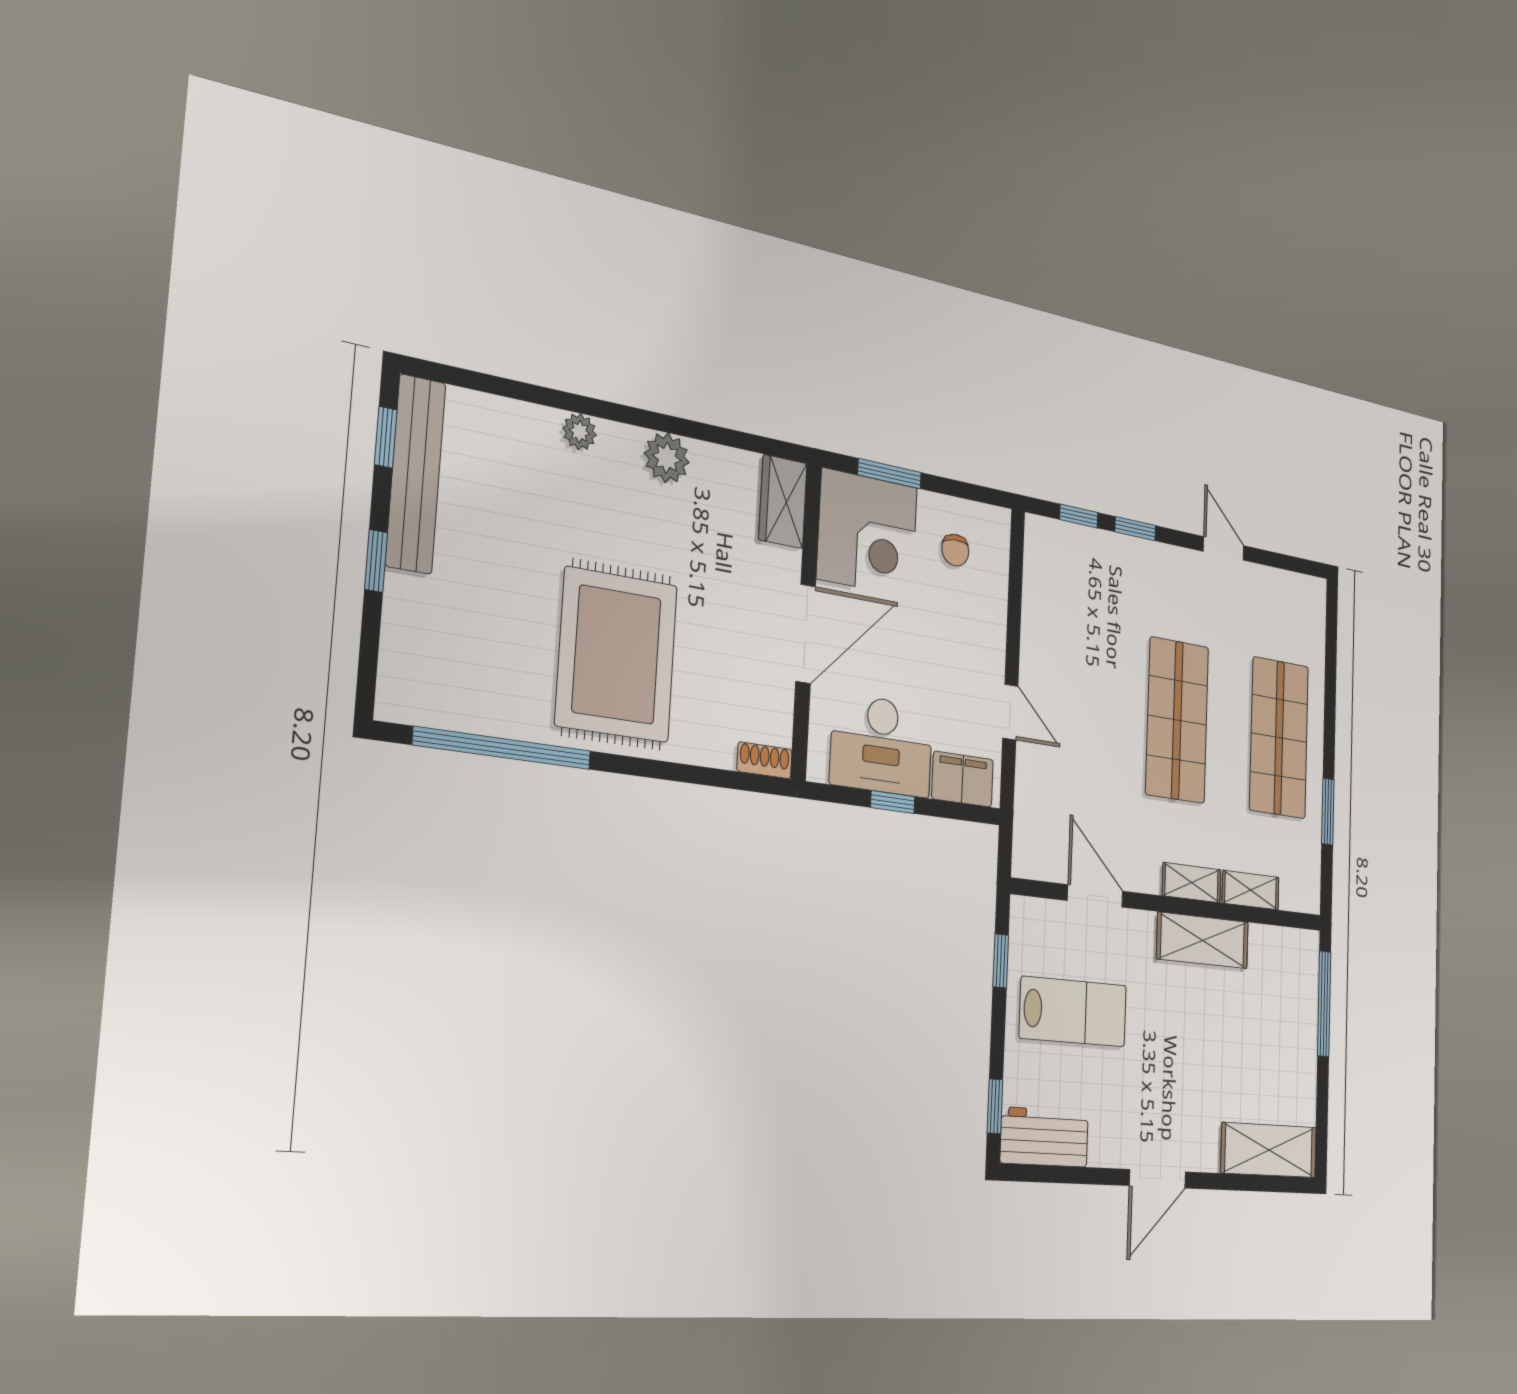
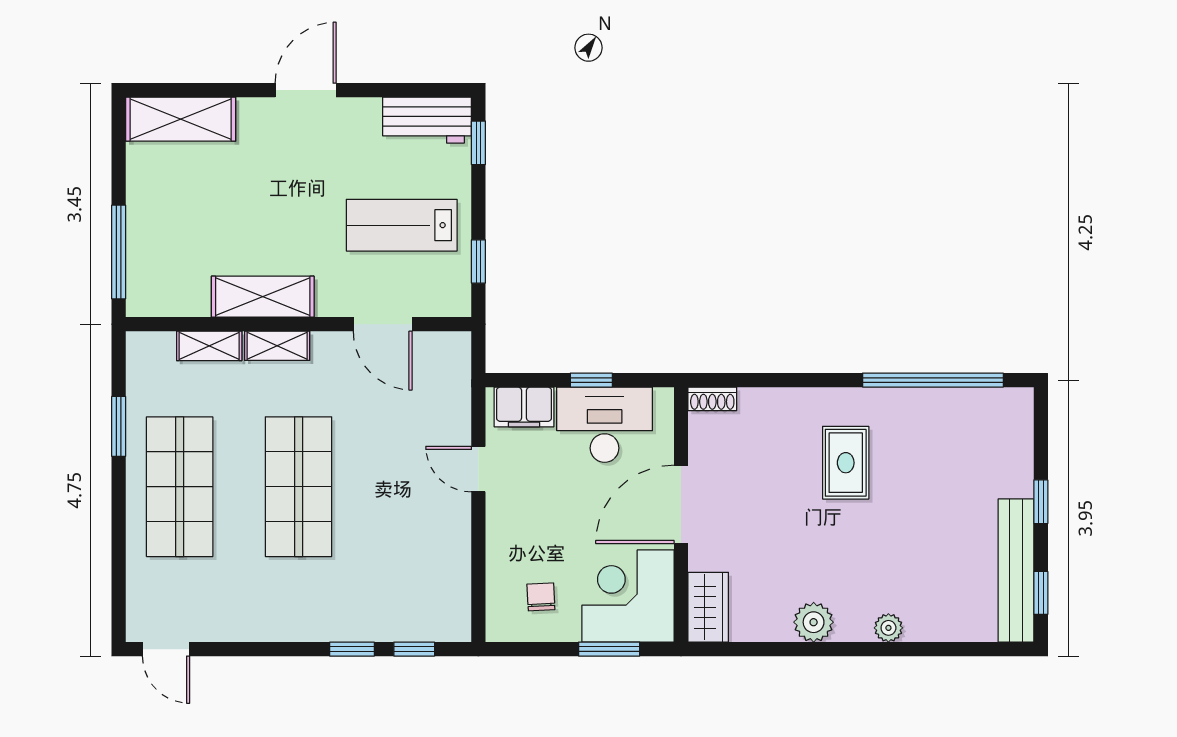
door: (1224, 548) -> (166, 649), moved
rug: (617, 655) -> (846, 463), width x0.54, depth x0.49

